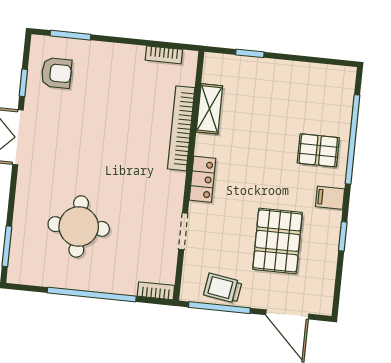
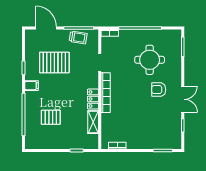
armchair: (56, 73) -> (159, 90), moved
bookcase: (181, 128) -> (106, 93), moved
pallet: (318, 150) -> (51, 117), moved
locker: (203, 179) -> (93, 99), moved
pallet: (278, 241) -> (54, 63), turned 90

